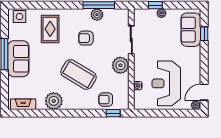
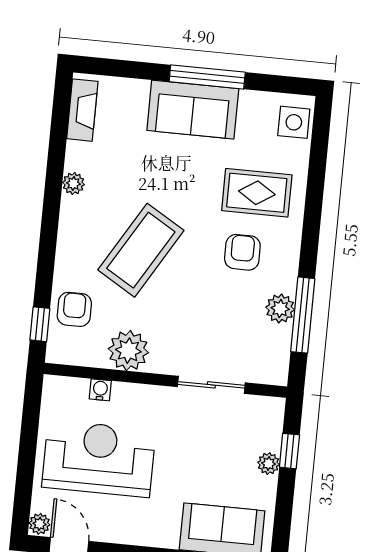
armchair: (86, 38) -> (242, 252), moved
plant: (120, 65) -> (128, 351), moved
plant: (54, 101) -> (73, 183), width x0.53, depth x0.53

